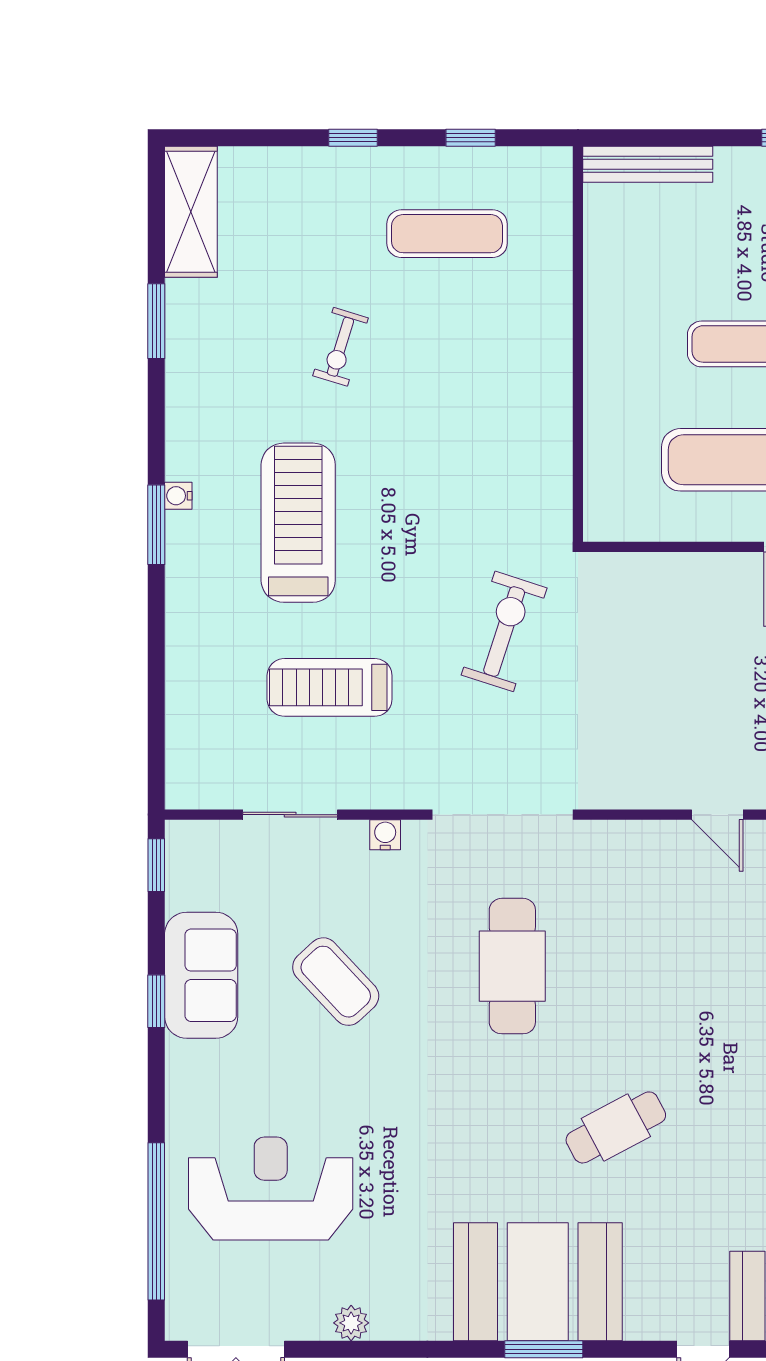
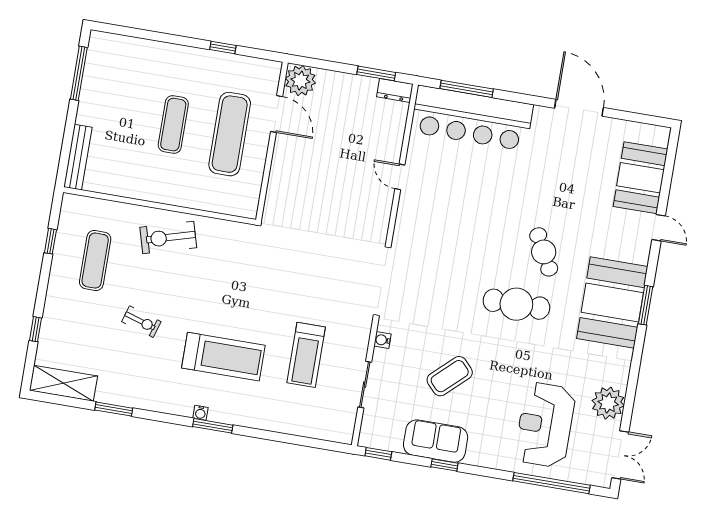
window: (353, 138) -> (36, 329), moved
treadmill: (298, 523) -> (223, 357), turned 180
exercise bike: (504, 631) -> (168, 237), moved, turned -34
door: (717, 815) -> (400, 177), swing flipped
cafe table: (512, 966) -> (516, 304), moved
plant: (351, 1323) -> (608, 403), width x1.87, depth x1.87

